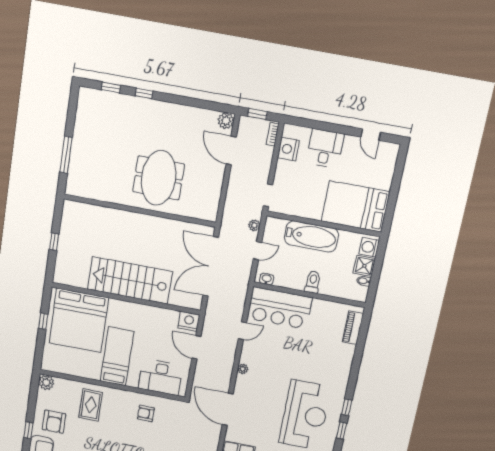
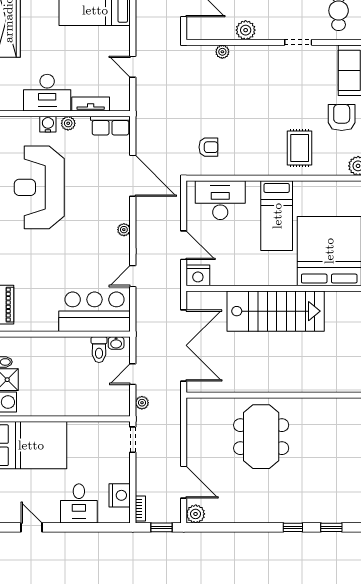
bathtub: (311, 236) -> (74, 402), removed
toilet: (313, 282) -> (99, 350), moved
armchair: (146, 413) -> (208, 147), moved

